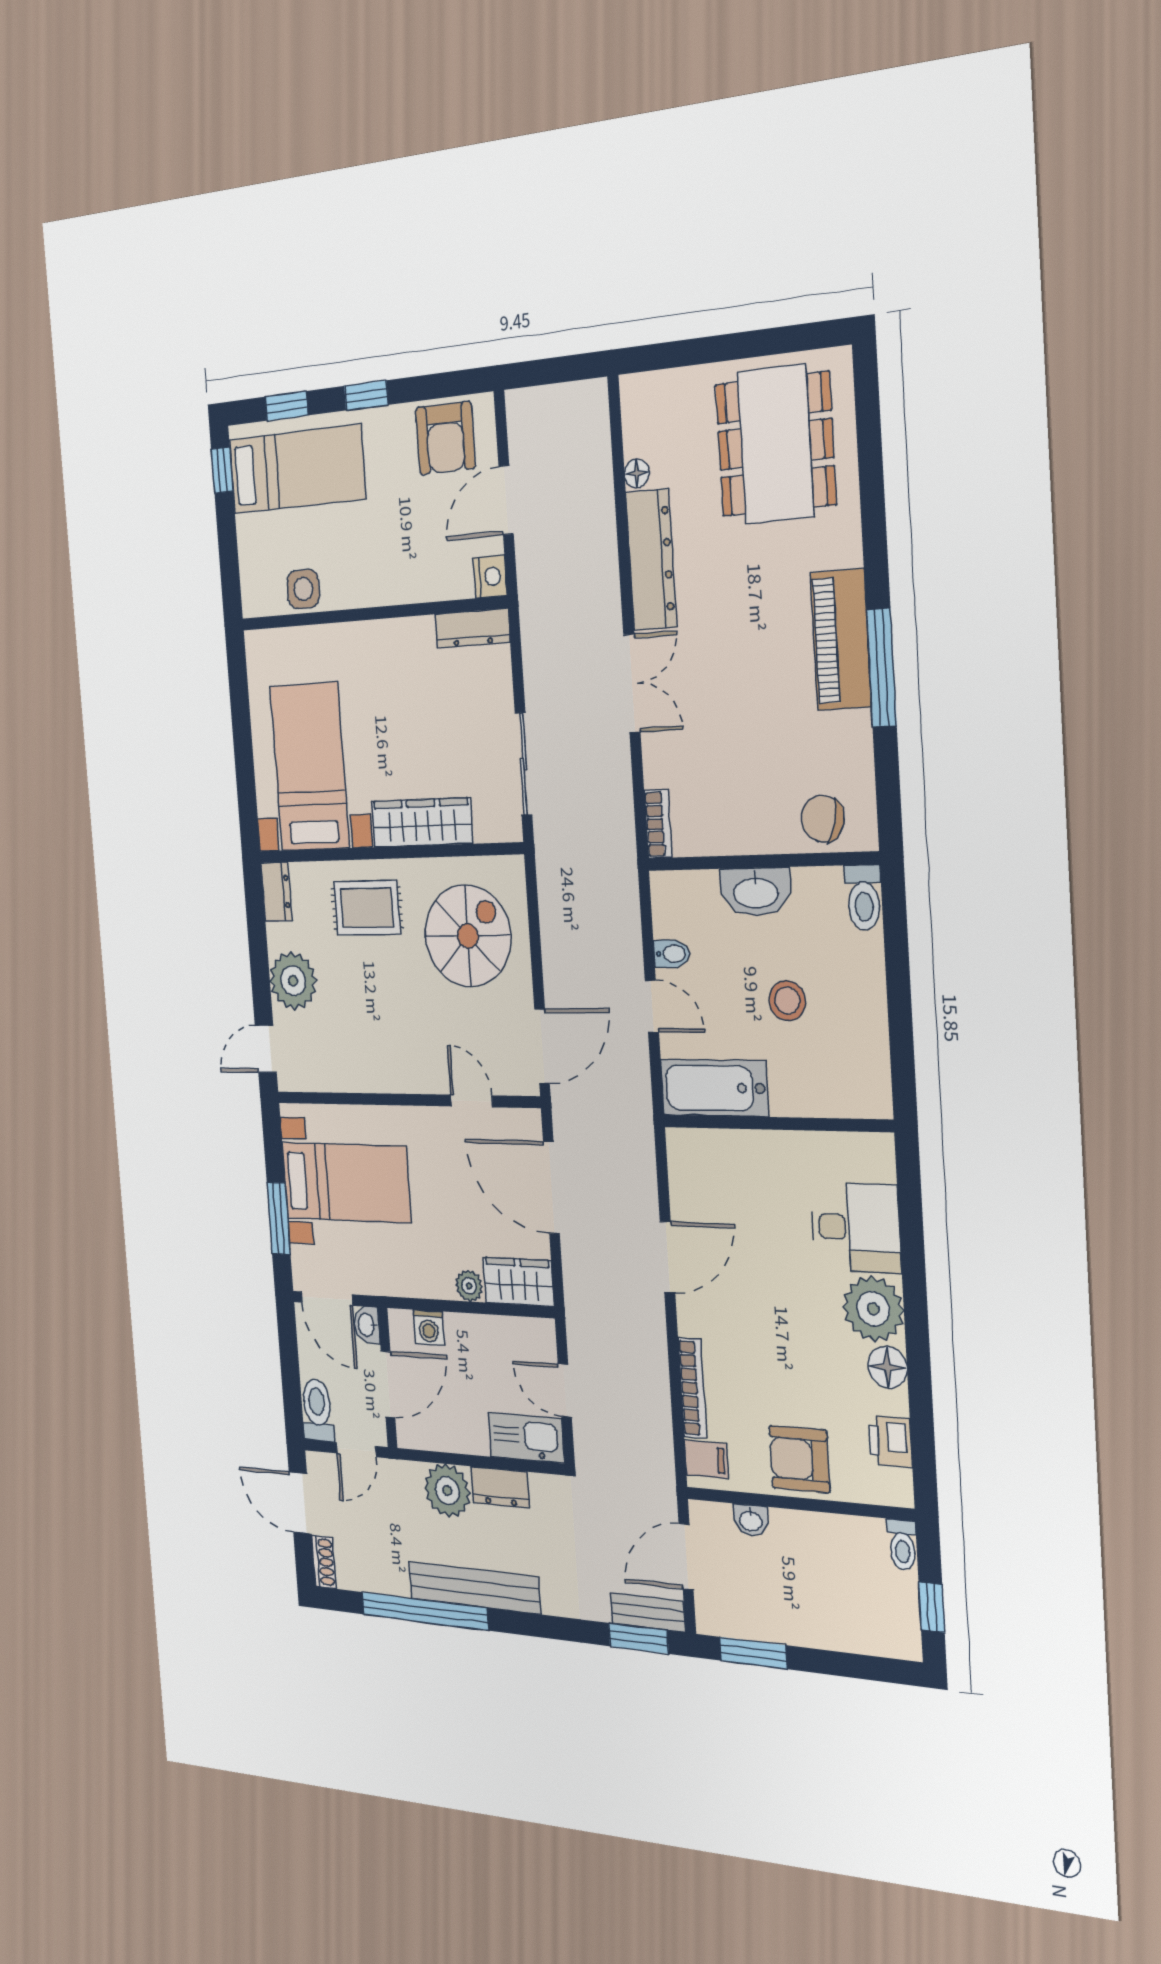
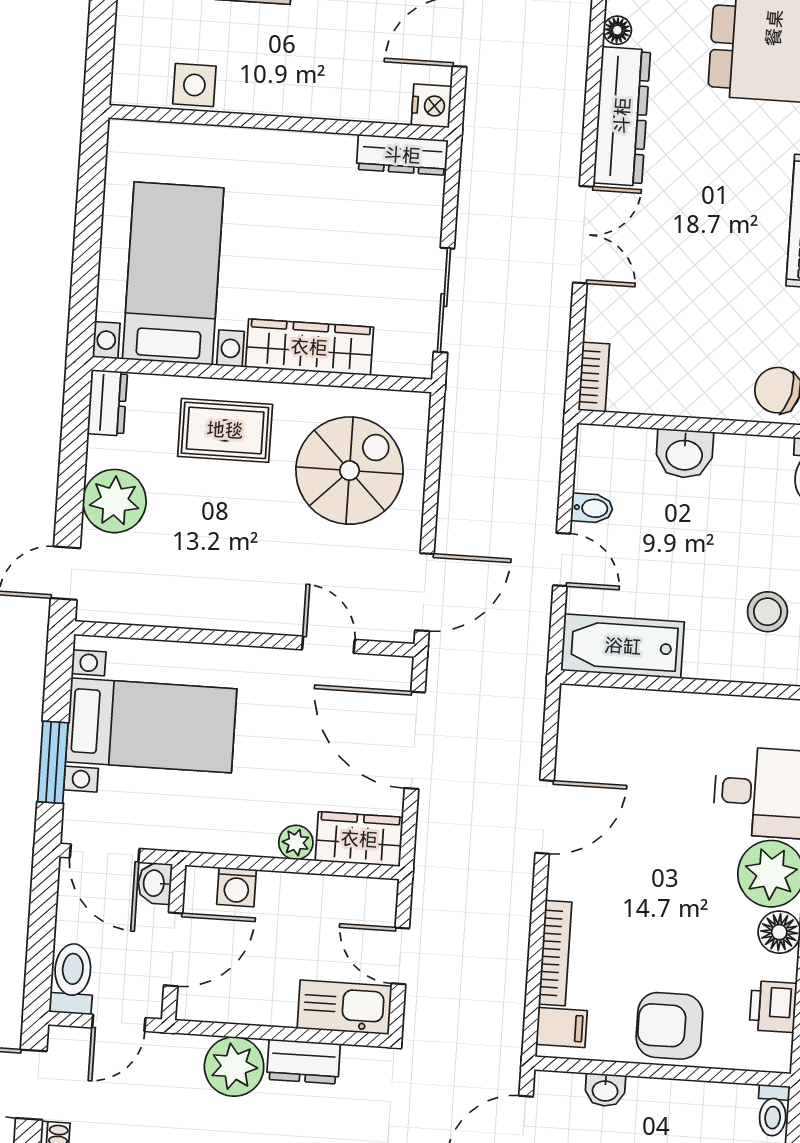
washbasin: (756, 892) -> (684, 454), width x0.72
stool: (787, 1001) -> (767, 612), moved

